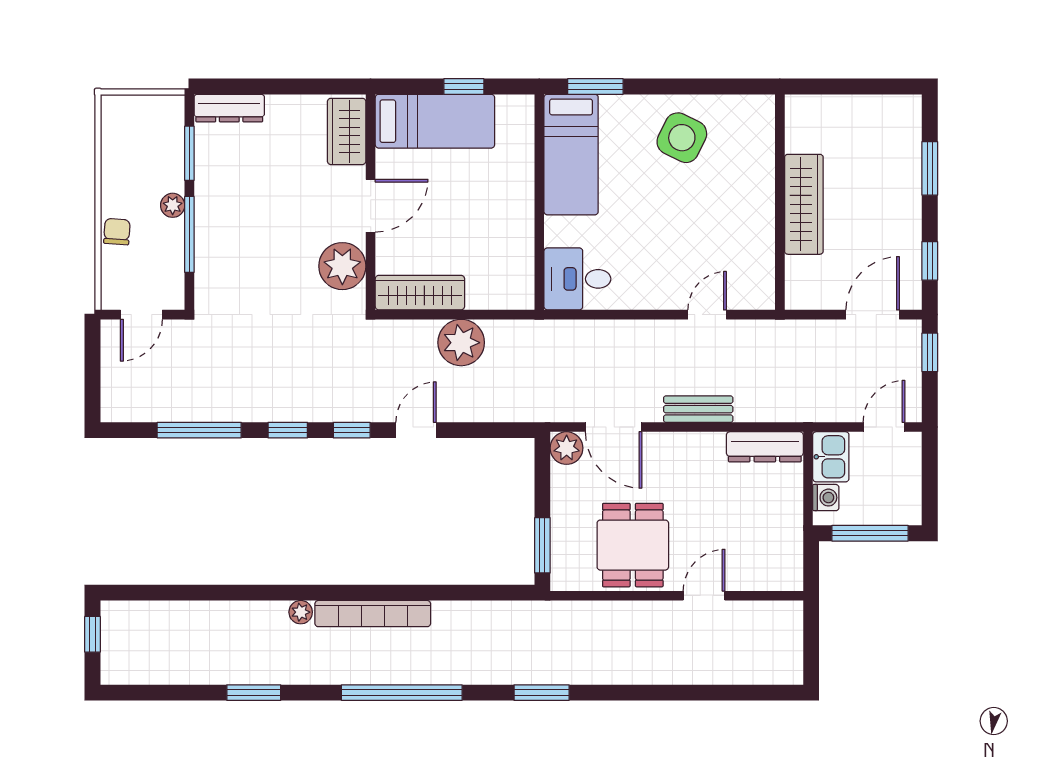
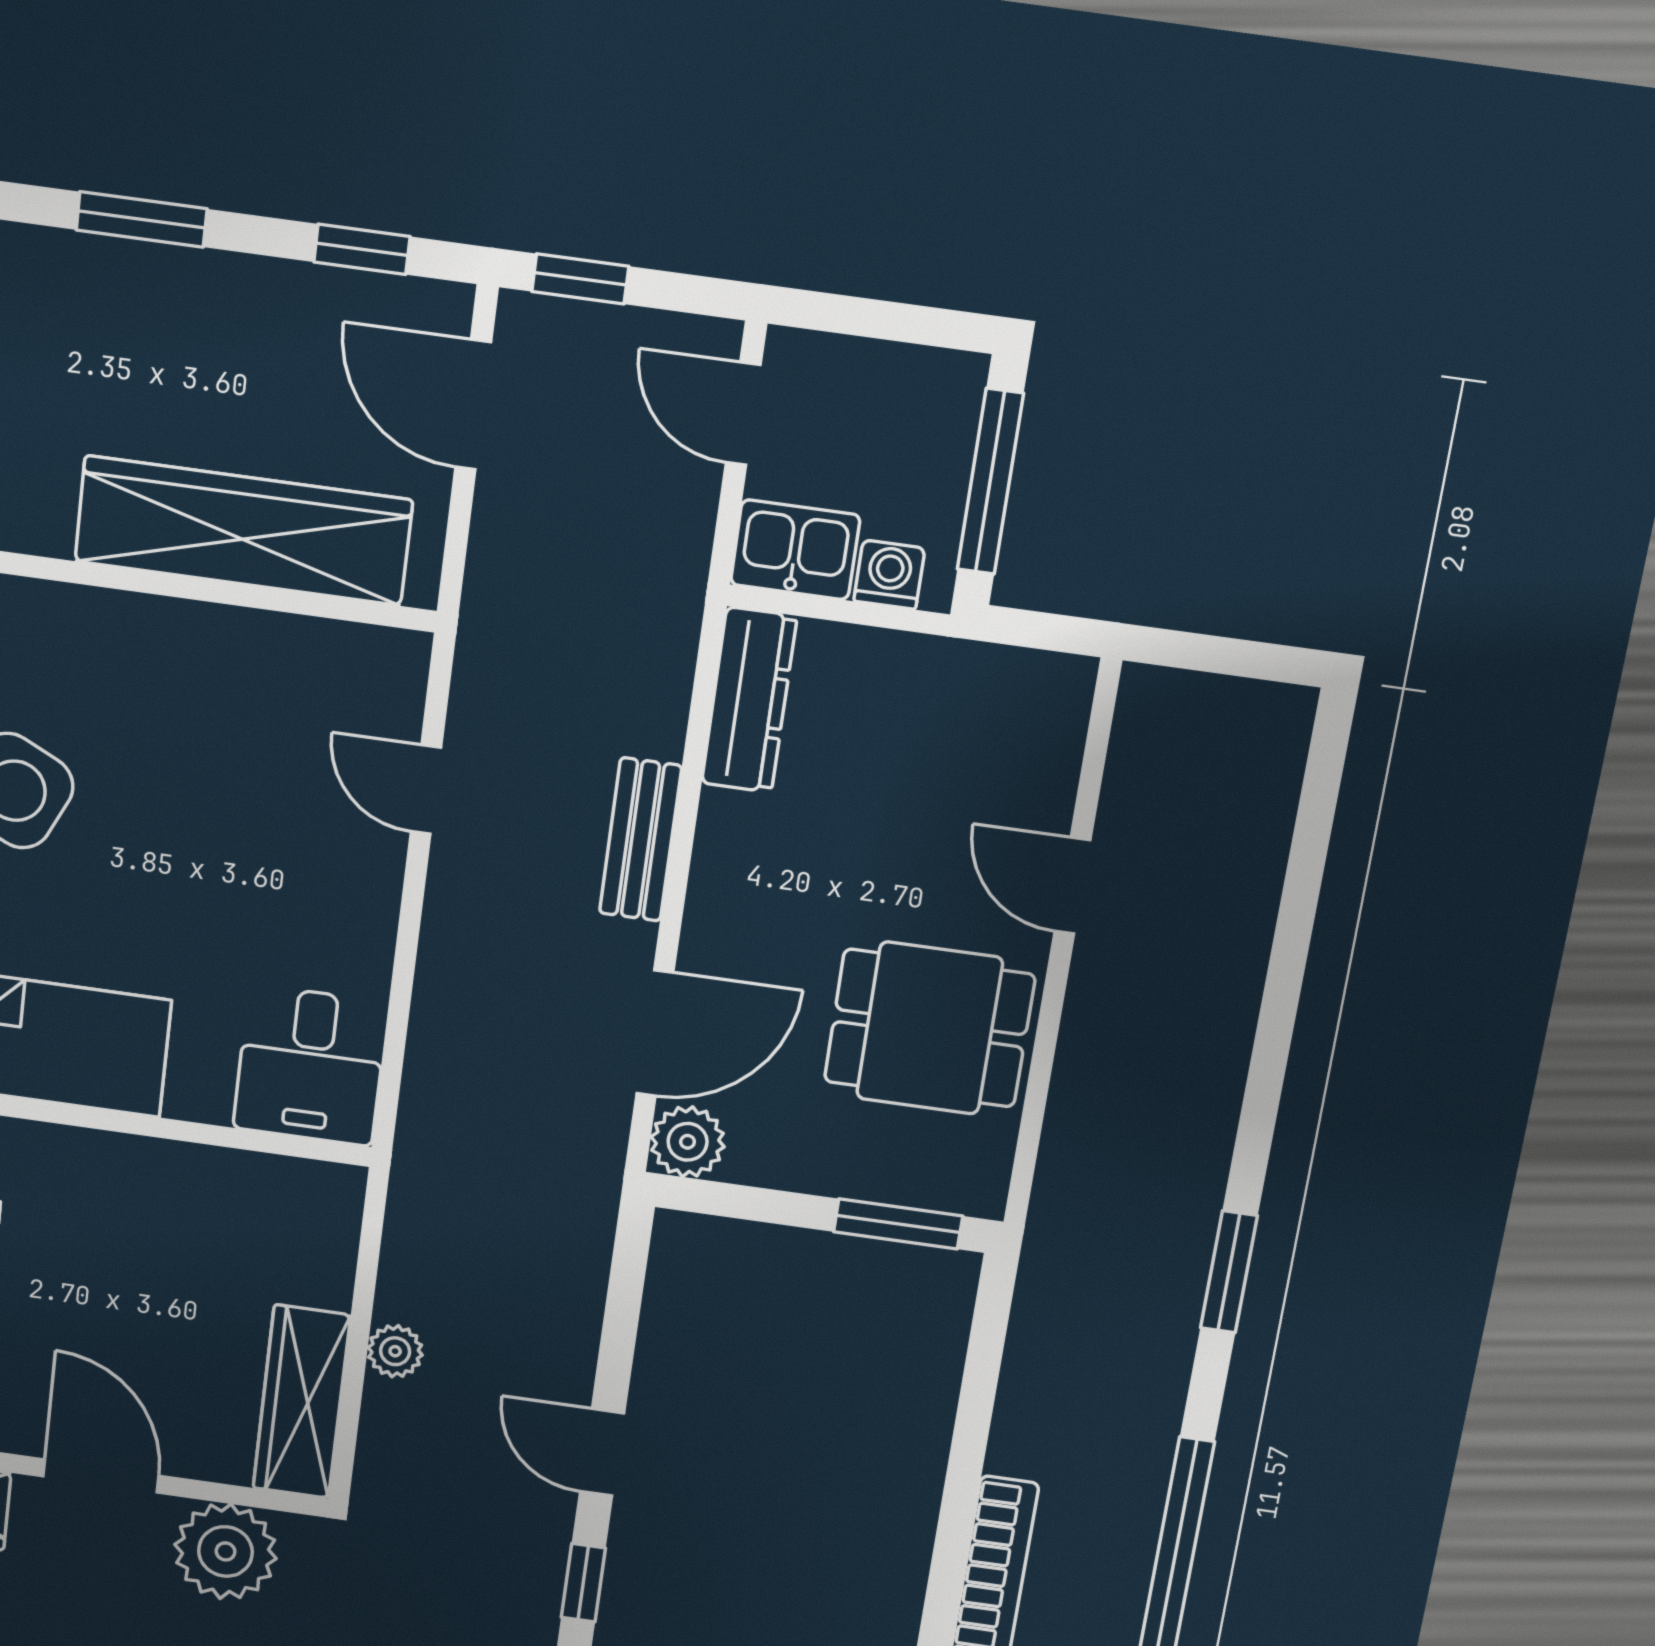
wardrobe: (804, 204) -> (243, 531), width x1.40, depth x1.17
plant: (461, 343) -> (395, 1351), width x0.53, depth x0.53

